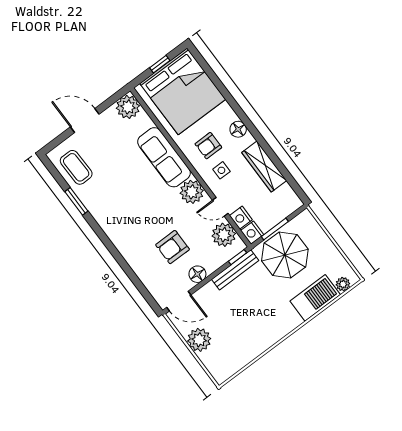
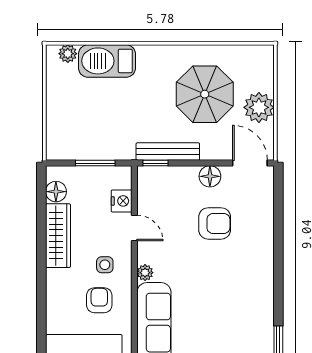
floor lamp: (238, 129) -> (56, 192), moved
armchair: (208, 146) -> (99, 300), turned -90
plant: (192, 192) -> (145, 273), width x0.53, depth x0.53
nightstand: (252, 233) -> (121, 177), removed
plant: (224, 235) -> (152, 197), removed
parasol: (285, 255) -> (205, 94), moved

